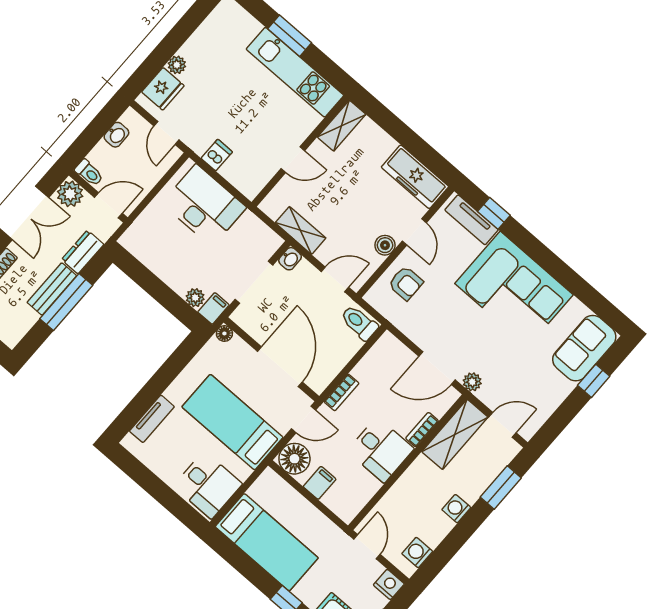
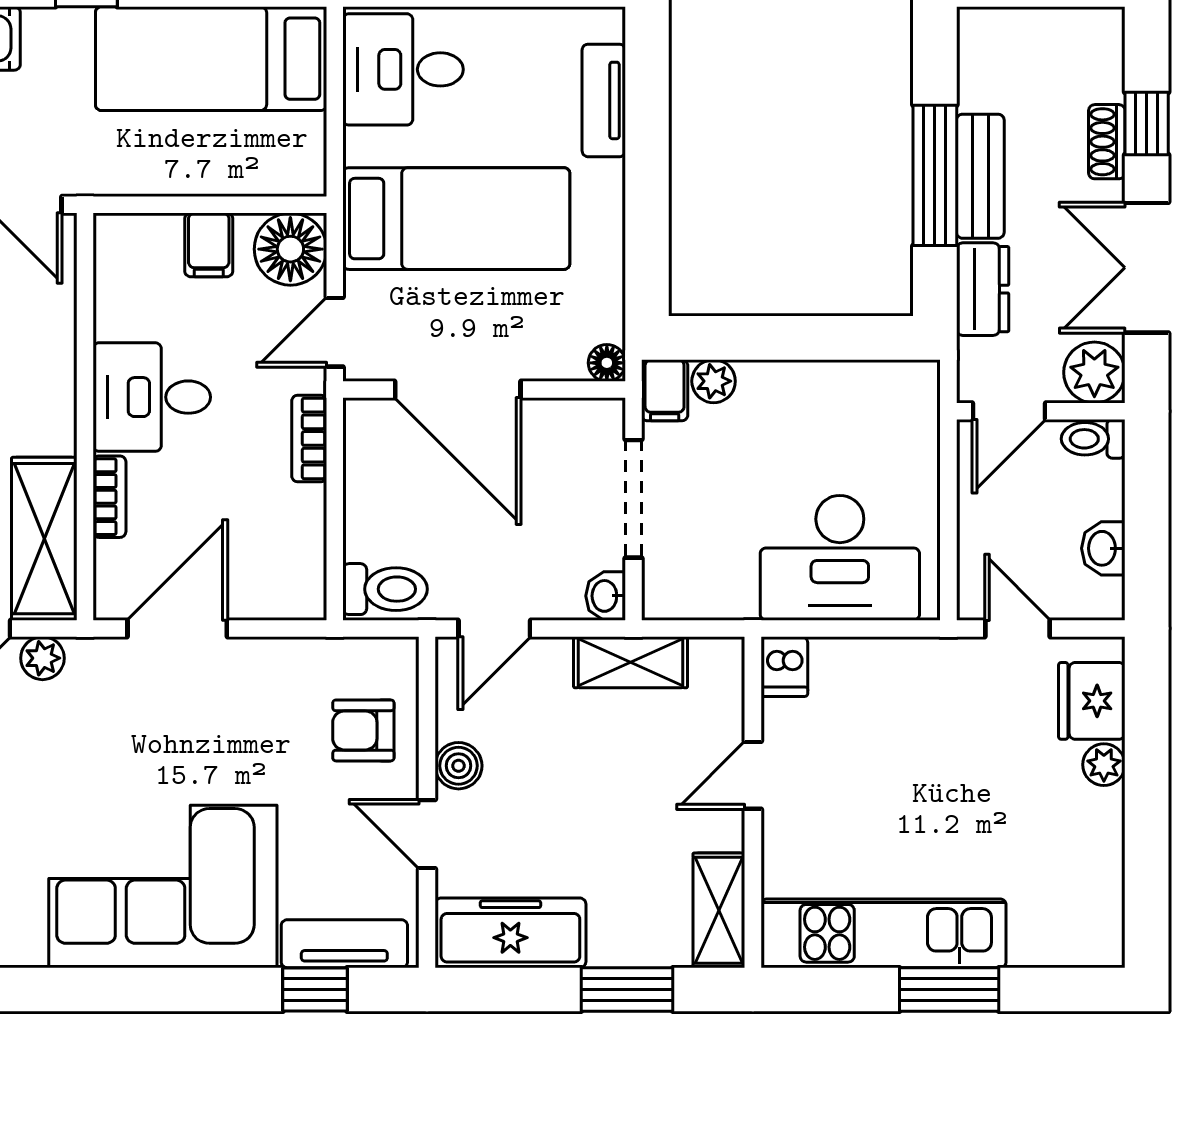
window: (393, 126) -> (627, 990), added
dishwasher: (217, 155) -> (784, 667), moved
plant: (472, 382) -> (42, 658), moved

